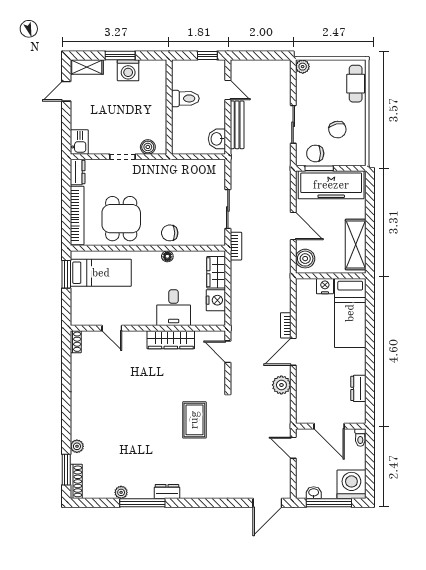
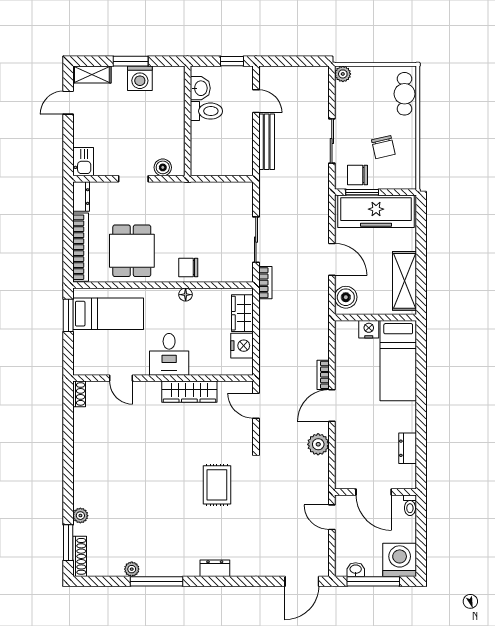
washbasin: (217, 139) -> (200, 88), moved, turned 180
desk: (174, 308) -> (169, 354), moved
dresser: (167, 492) -> (215, 568), moved

